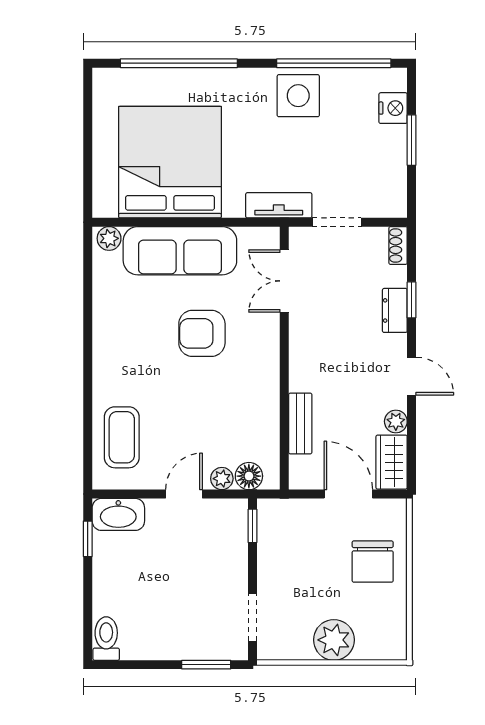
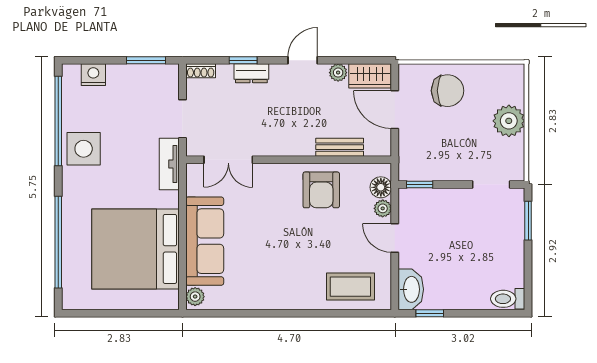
window: (412, 140) -> (146, 60), moved
armchair: (202, 333) -> (321, 190), moved
door: (348, 494) -> (395, 110), hinge flipped

